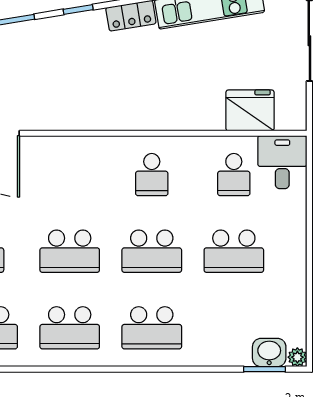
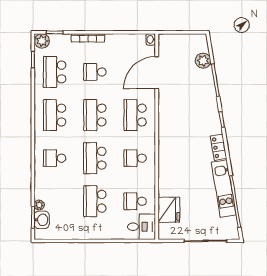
school desk: (70, 175) -> (135, 115), added
school desk: (152, 328) -> (55, 158), width x0.54
plant: (297, 357) -> (39, 205), moved

